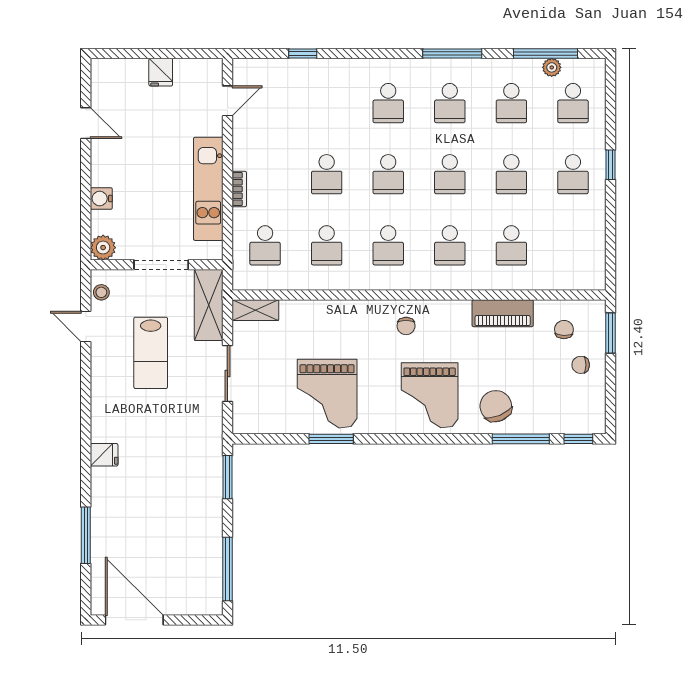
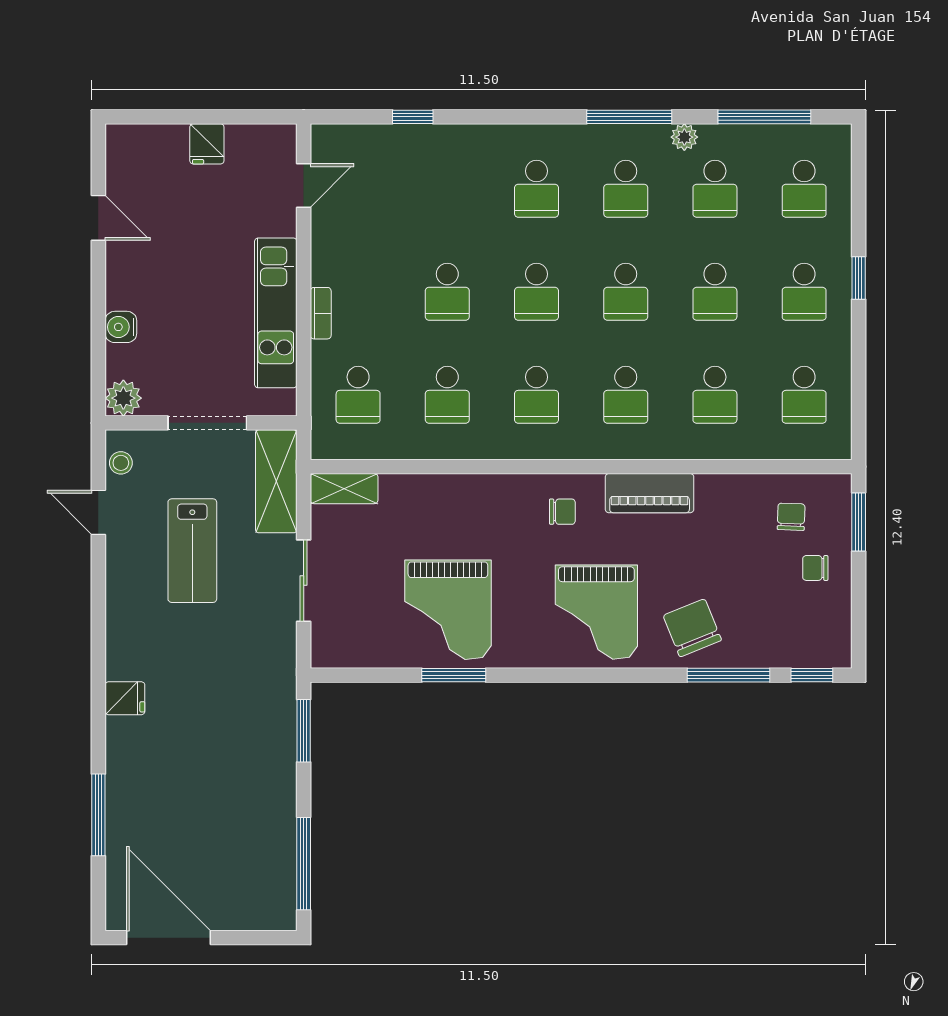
plant: (552, 67) -> (684, 137), moved
school desk: (573, 245) -> (804, 395), added
piano: (503, 313) -> (650, 493), moved
chair: (406, 326) -> (562, 512), turned -90

